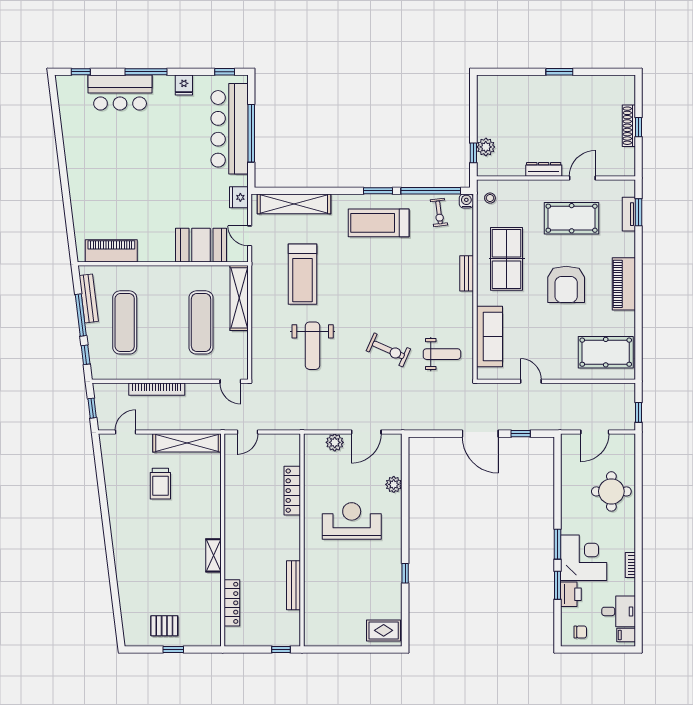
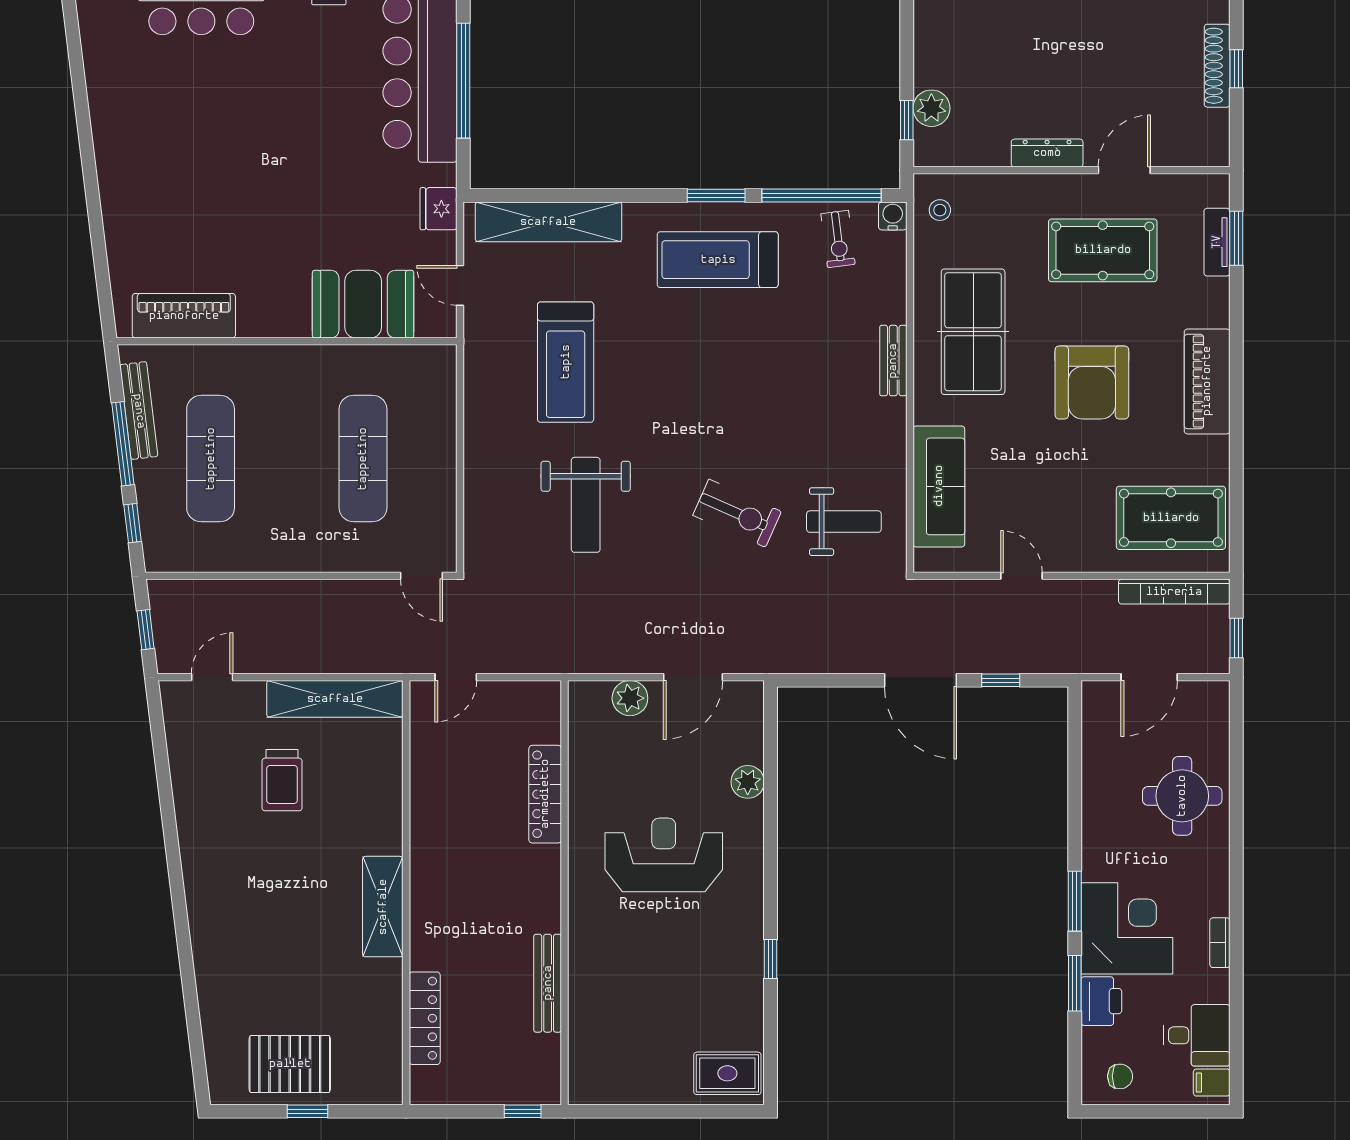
shelving: (239, 298) -> (439, 410), removed
bookcase: (157, 389) -> (1174, 592), moved
shelving: (213, 555) -> (383, 907), width x1.50, depth x1.33
pallet: (164, 626) -> (290, 1064), width x1.50, depth x1.42

